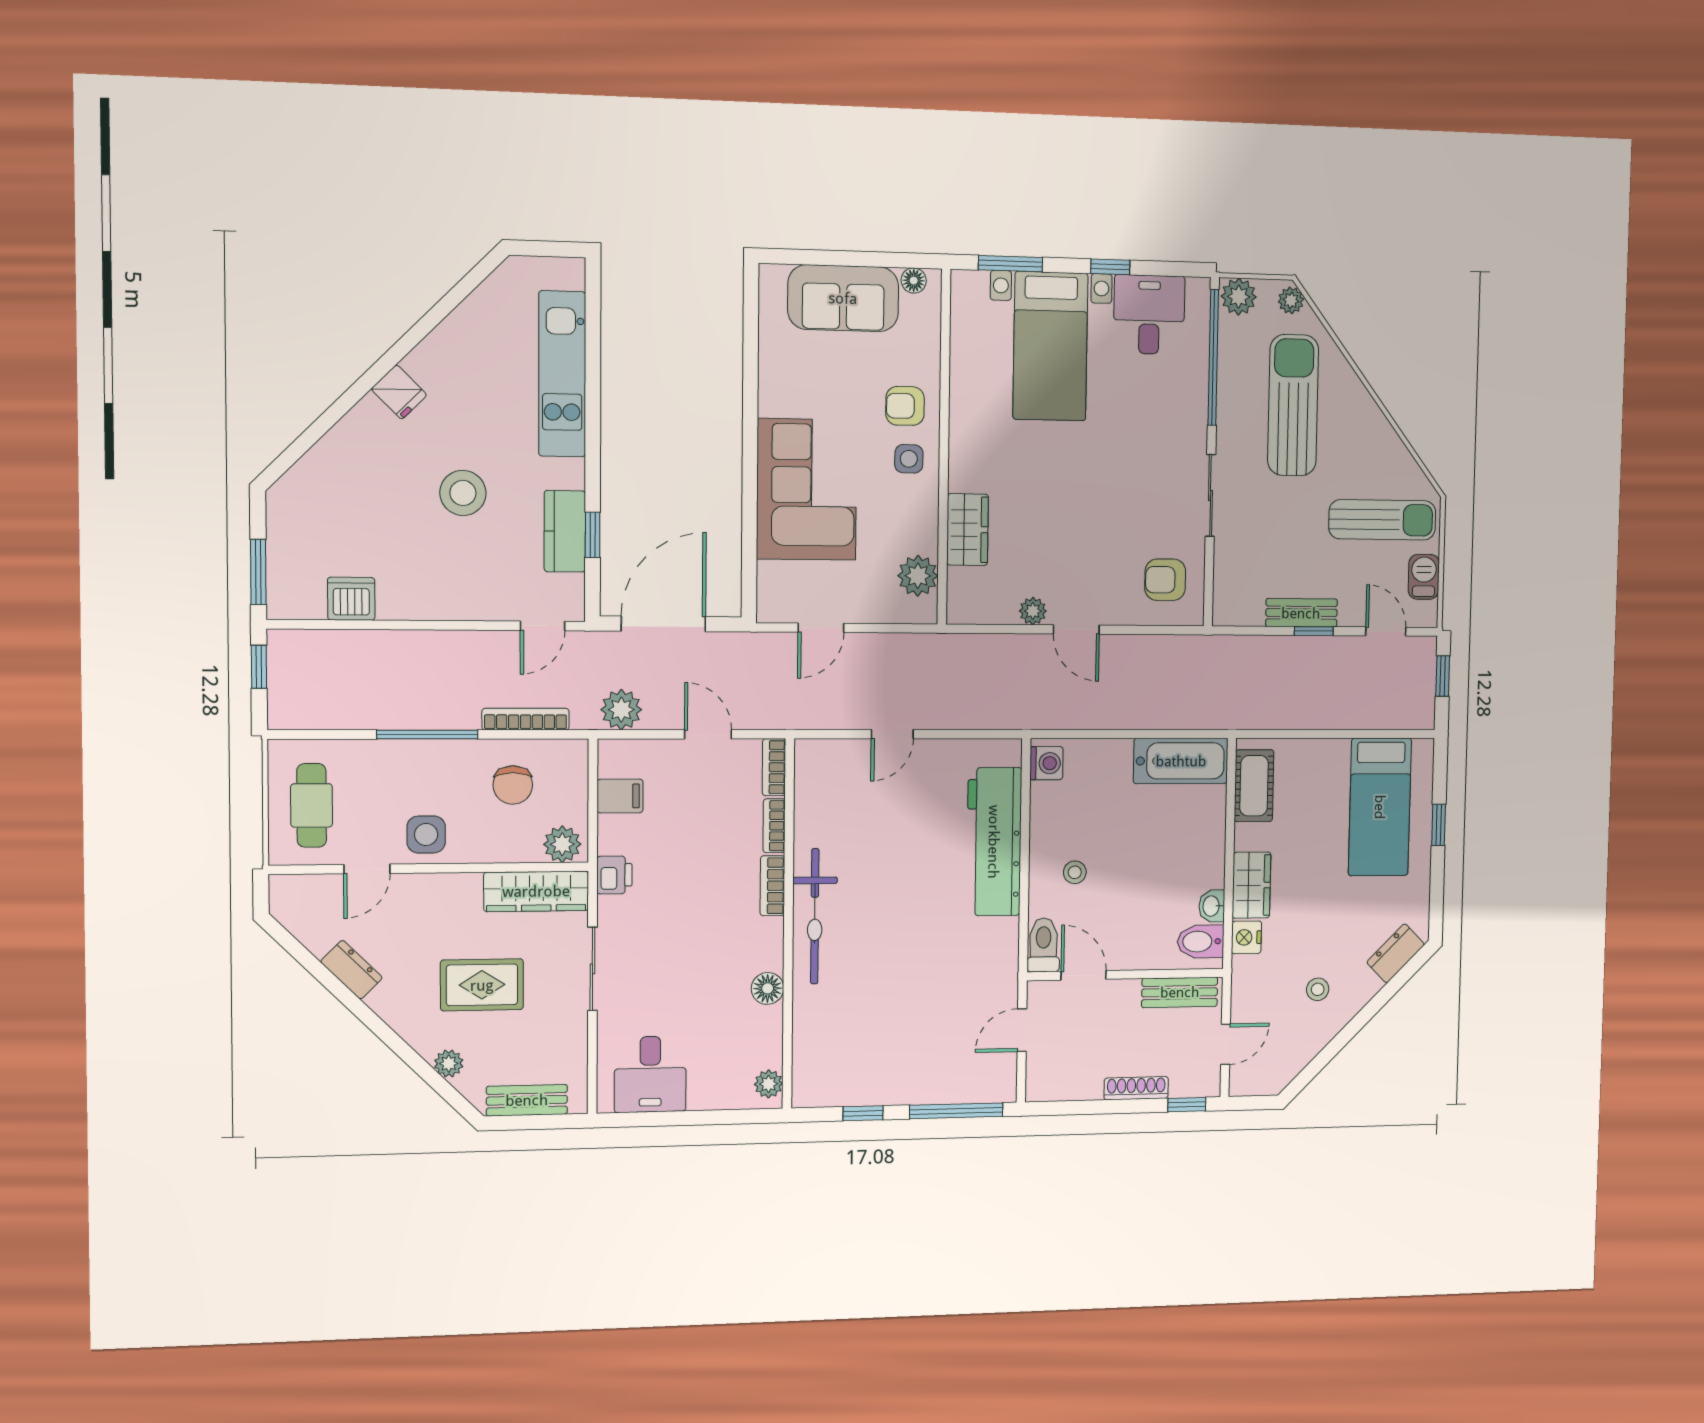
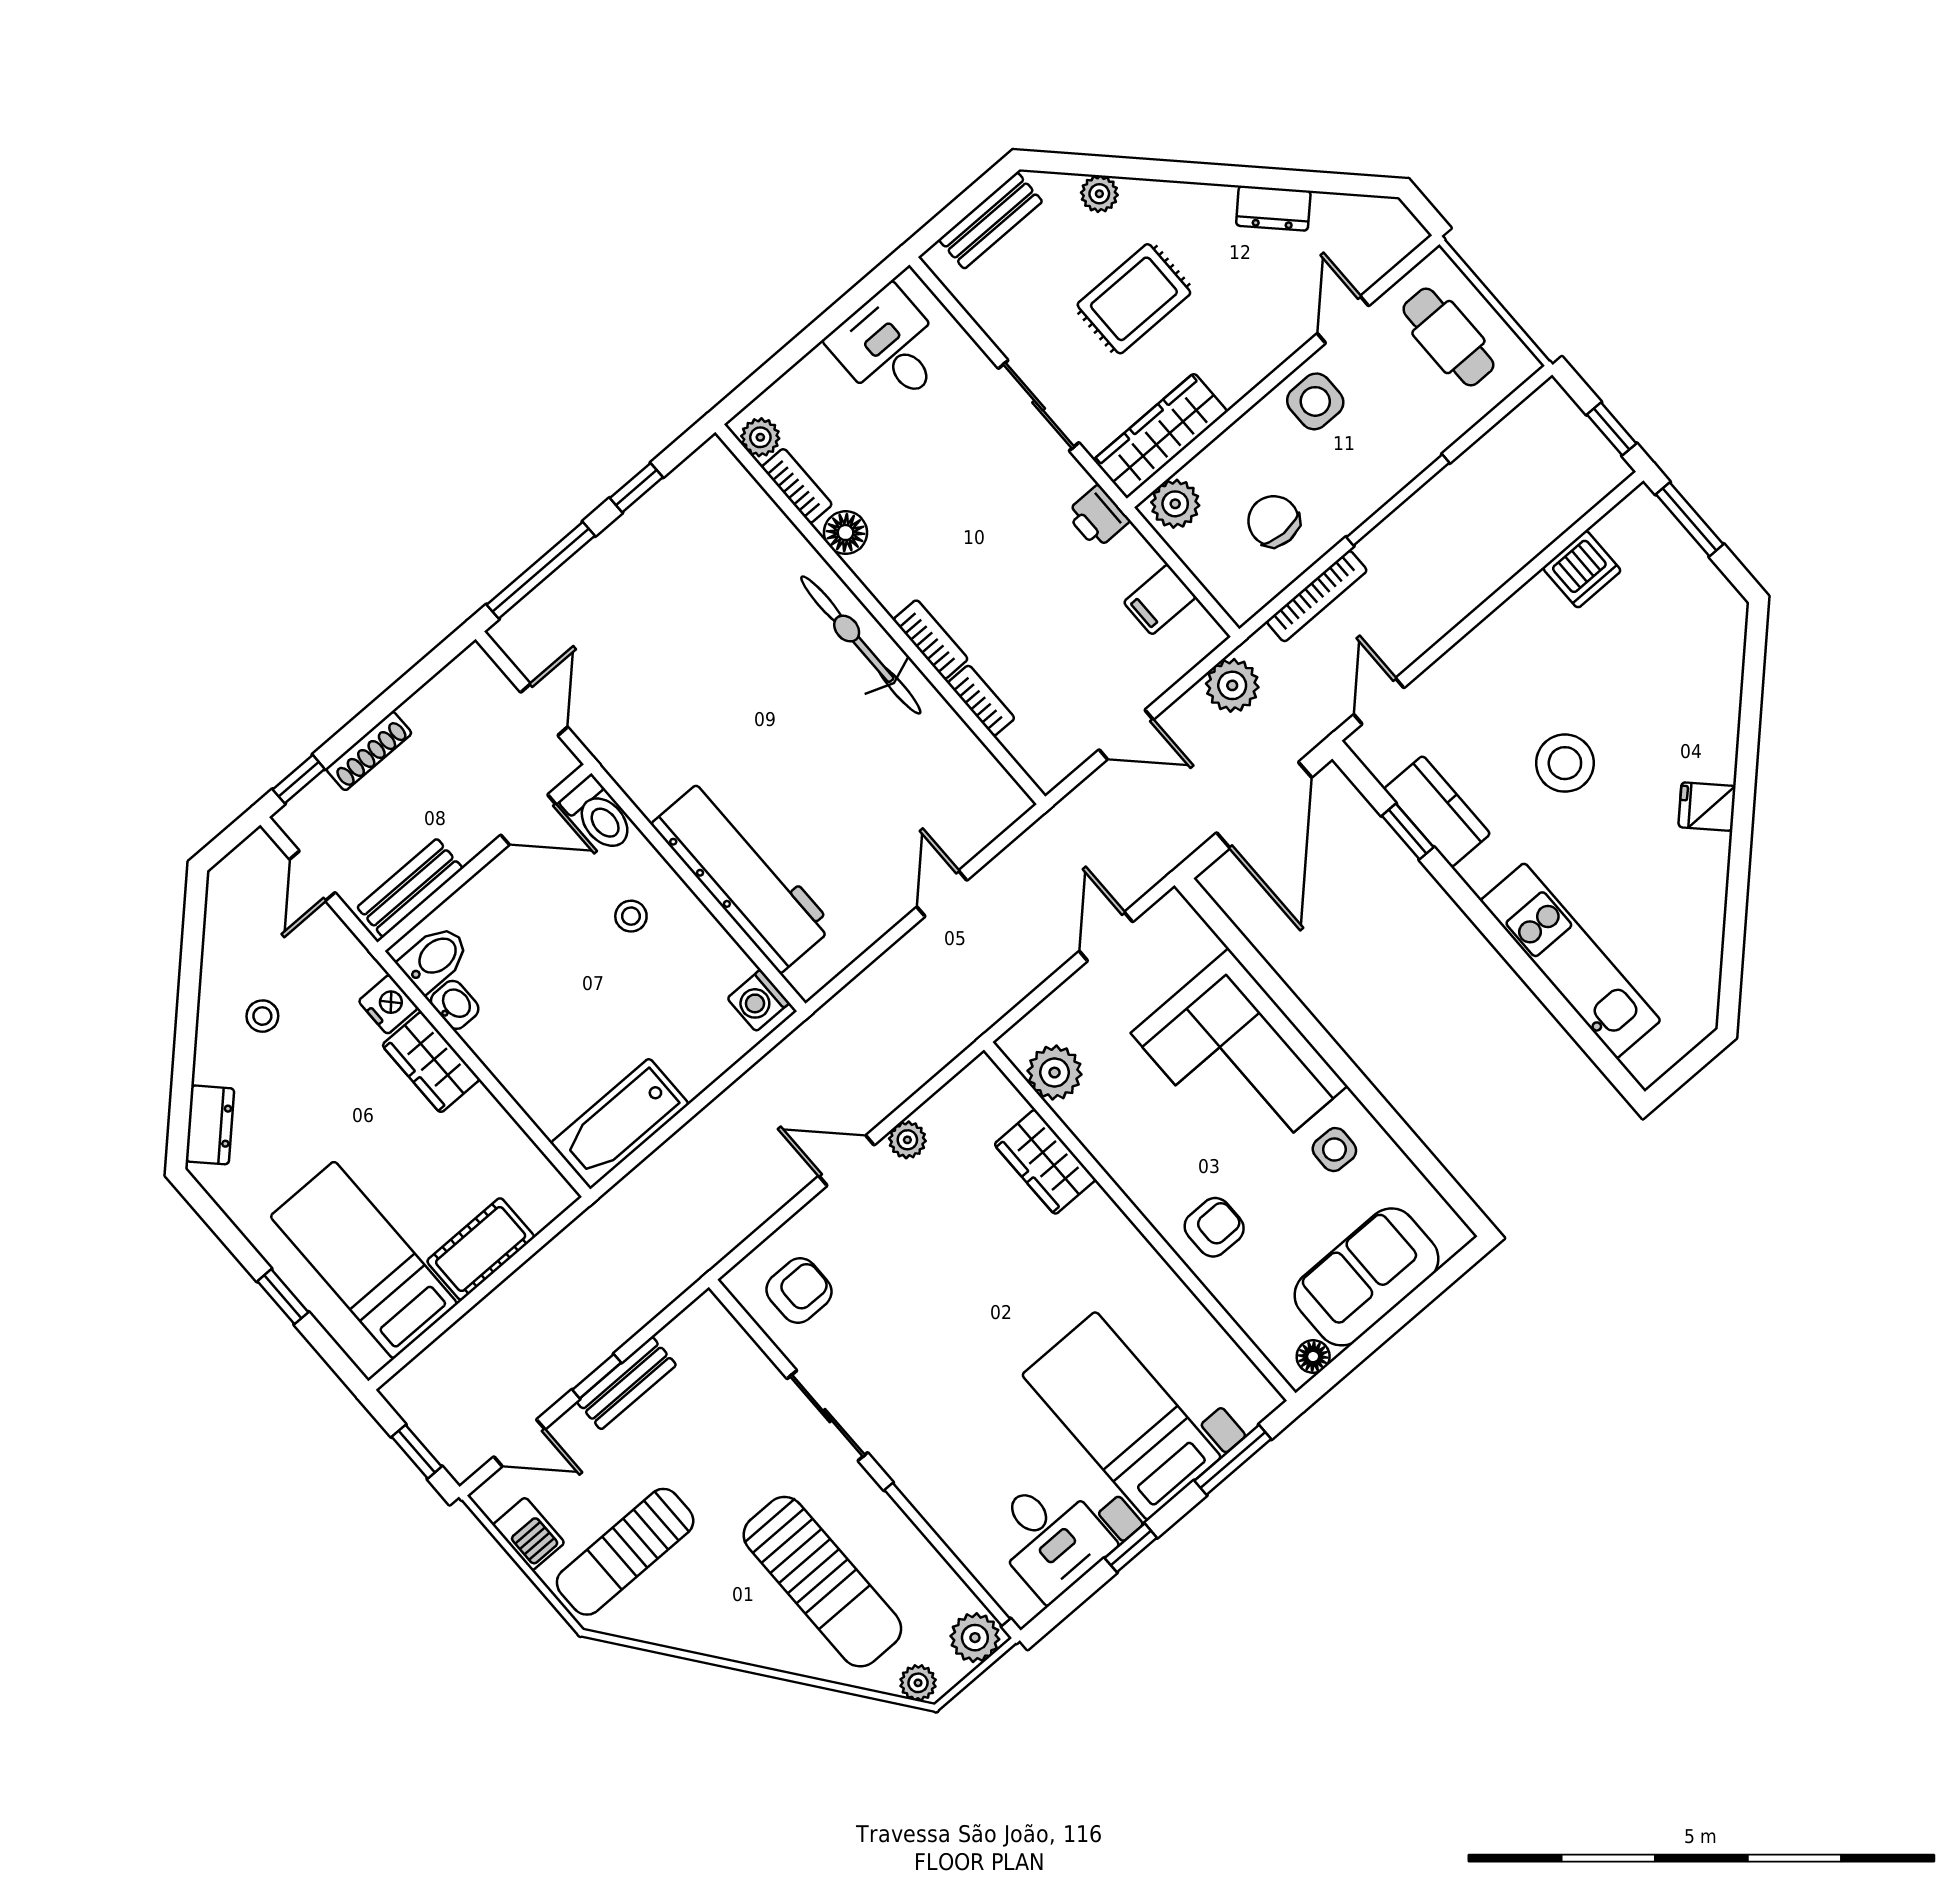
side table: (909, 459) -> (1334, 1150), moved
bookcase: (774, 767) -> (797, 486), moved
cot: (1254, 786) -> (481, 1249), moved, turned 90

